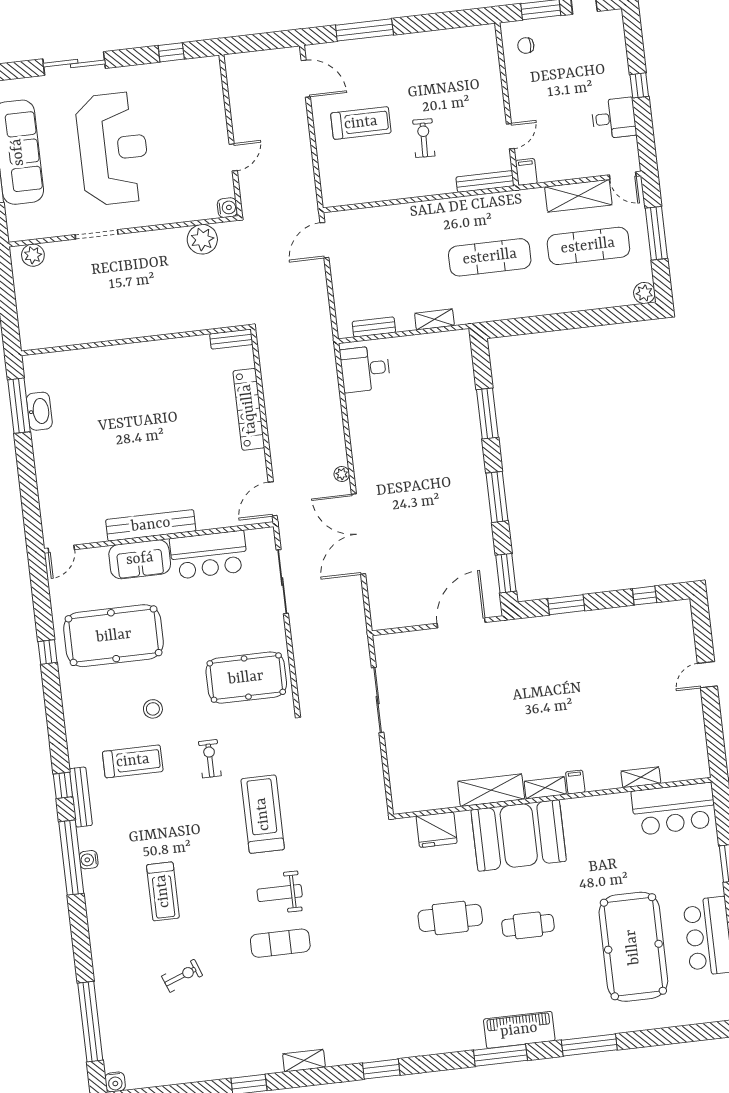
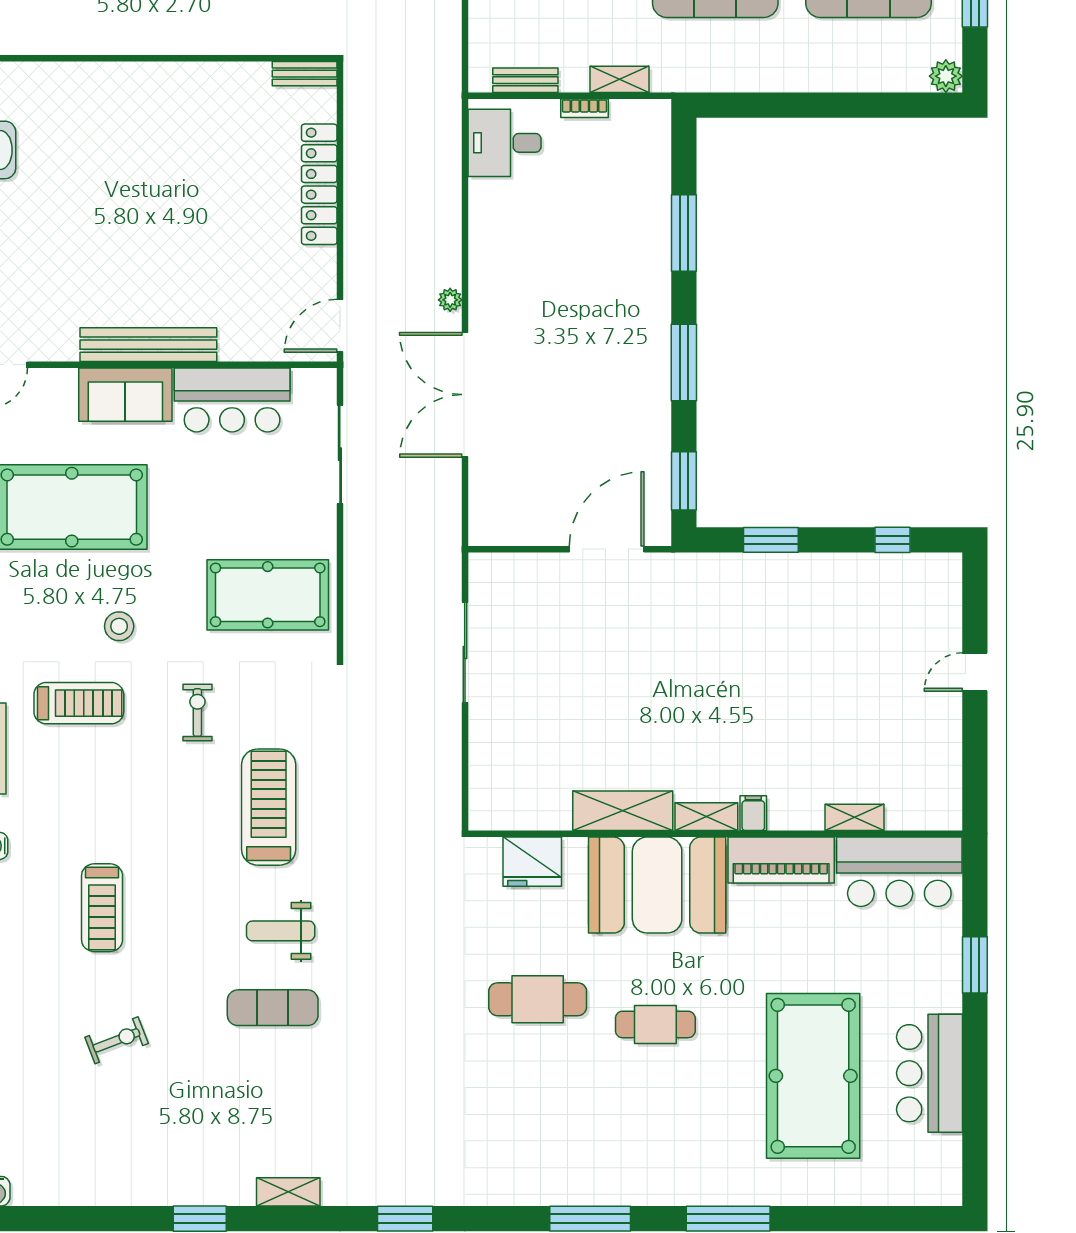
bookcase: (414, 341) -> (584, 108), added
piano: (519, 1030) -> (781, 860), moved, turned 180

